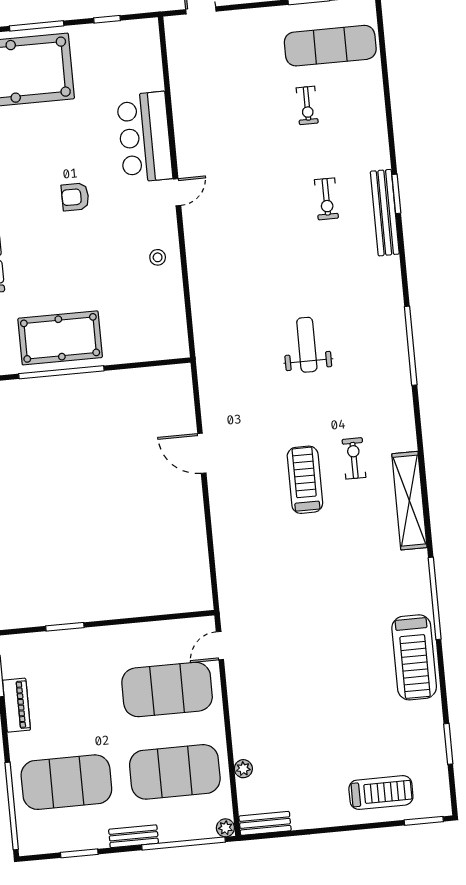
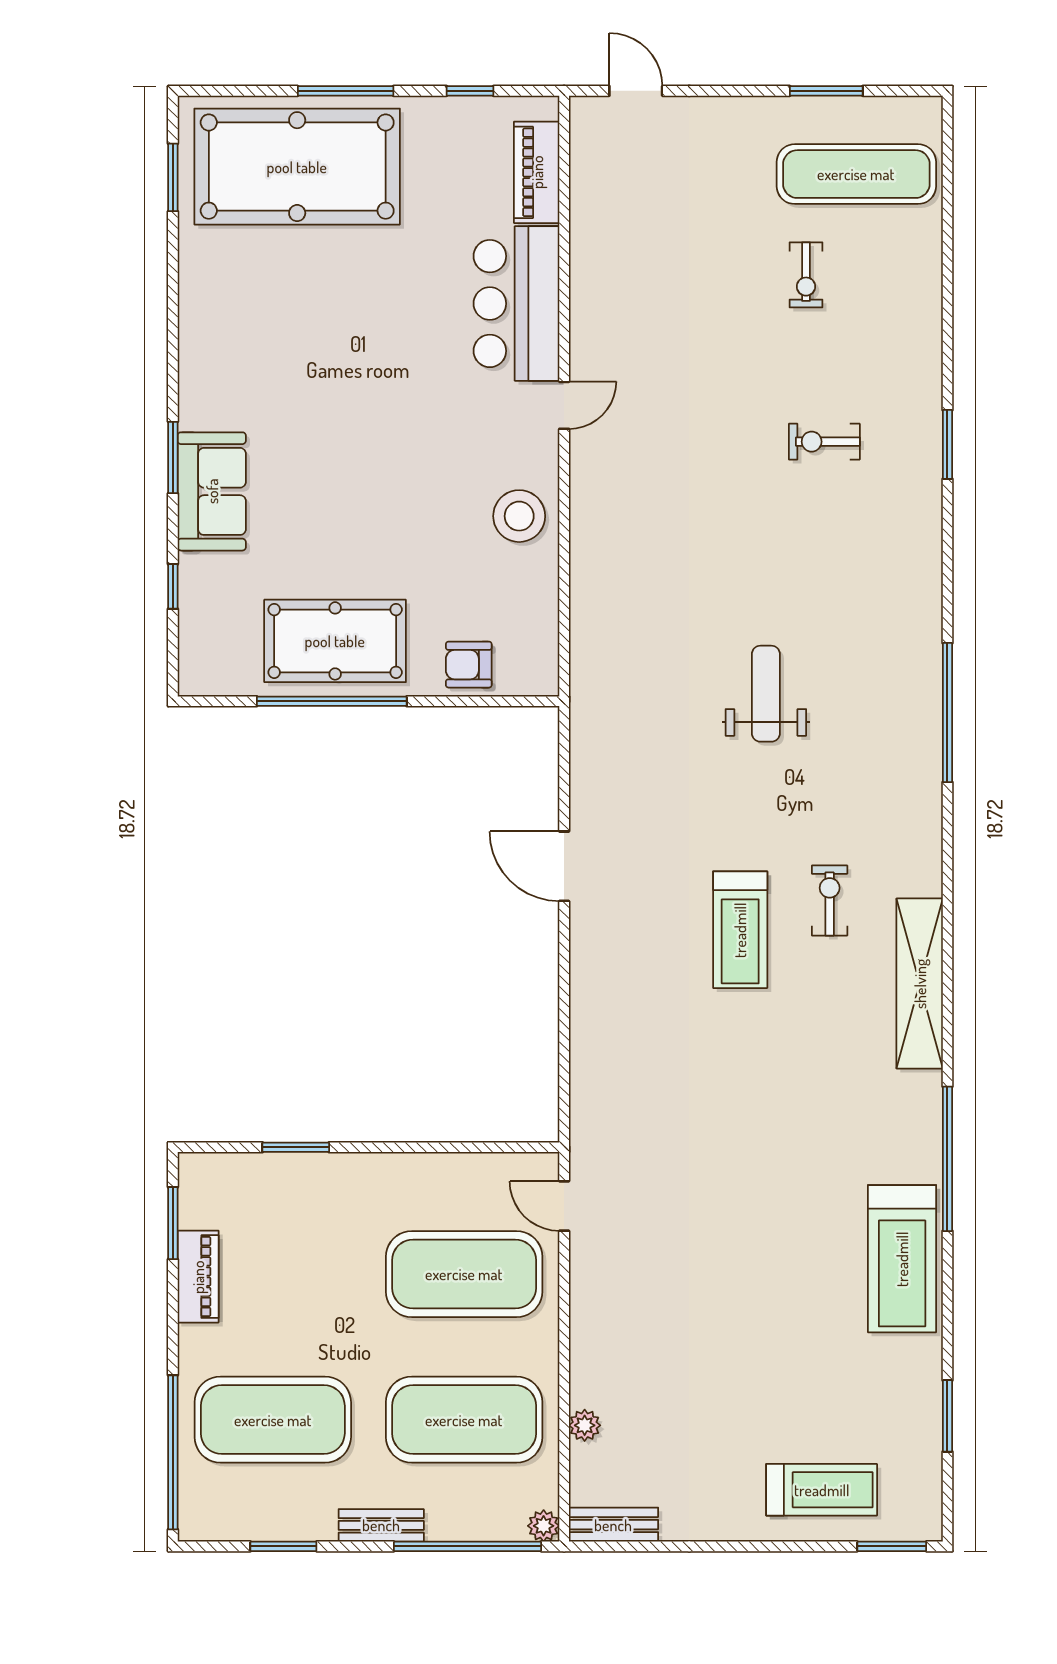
piano: (149, 62) -> (537, 172), added
armchair: (75, 197) -> (469, 665), moved
exercise bike: (326, 199) -> (824, 442), turned 90
bench: (385, 213) -> (924, 475), removed
stool: (158, 257) -> (519, 516), width x1.89, depth x1.89
treadmill: (305, 480) -> (740, 930), turned 180
door: (220, 646) -> (564, 1206), hinge flipped

